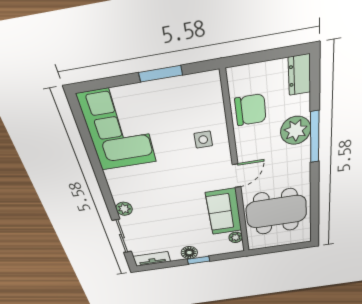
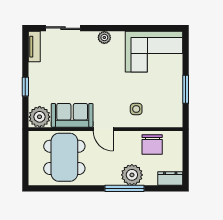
plant: (124, 209) -> (104, 37), moved
plant: (236, 237) -> (40, 117), width x1.87, depth x1.87
floor lamp: (189, 253) -> (35, 80), removed

